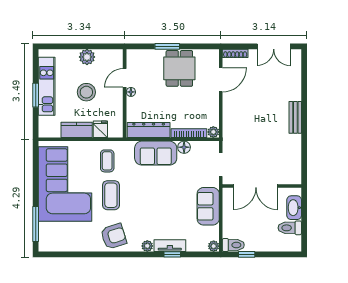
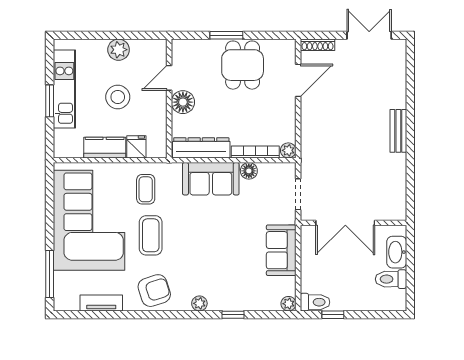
double door: (274, 46) -> (369, 35), swing flipped
floor lamp: (131, 92) -> (183, 102), width x1.89, depth x1.89
tv unit: (170, 246) -> (101, 303), moved

